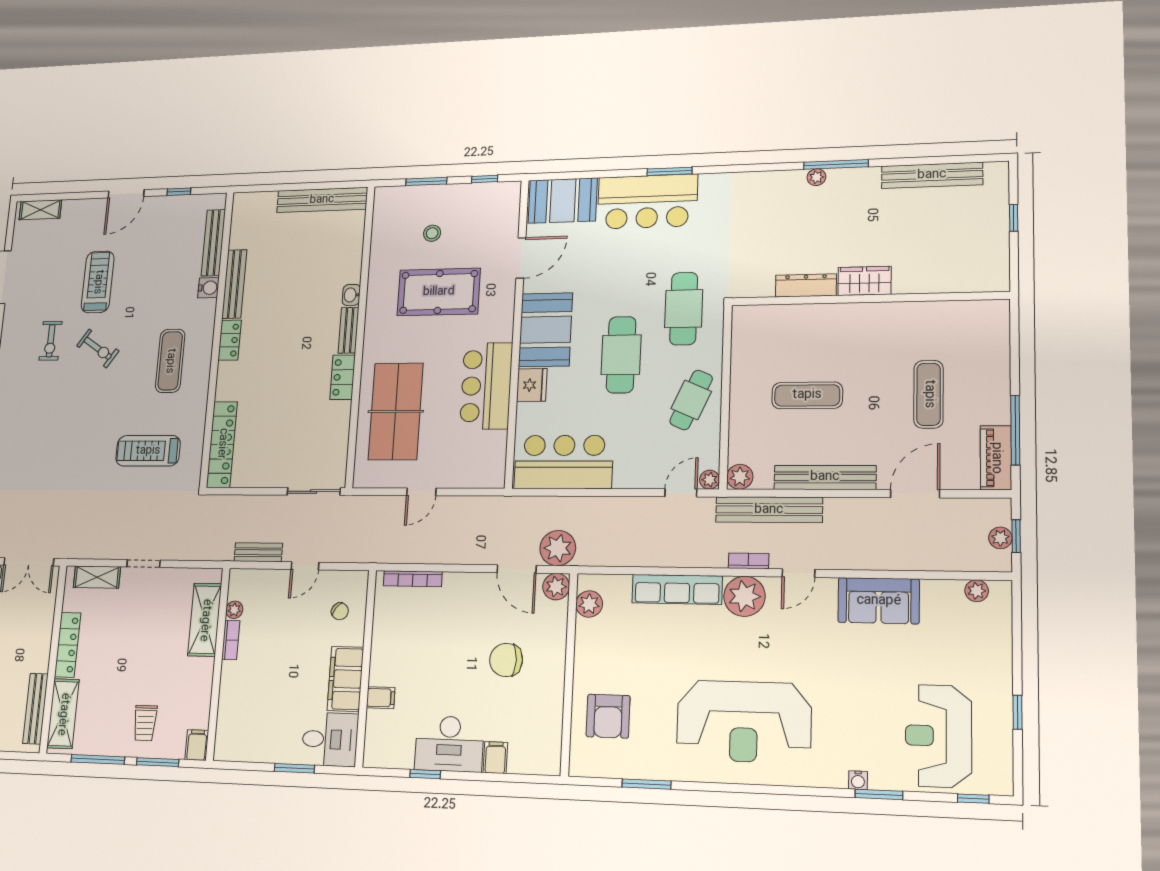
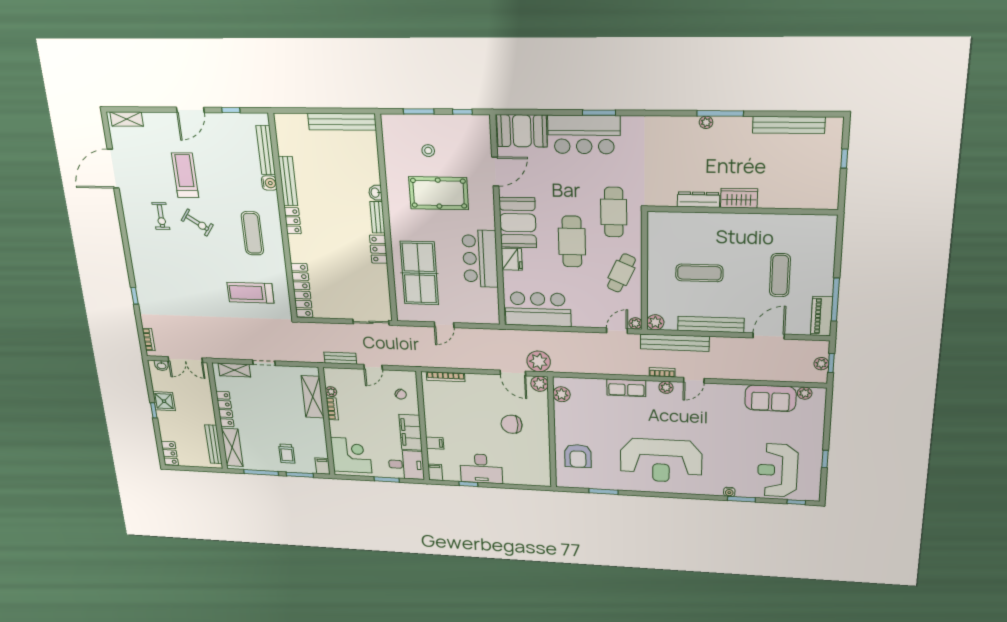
row of seats: (677, 589) -> (626, 388), width x0.68
plant: (744, 596) -> (666, 387), width x0.53, depth x0.53
sofa: (879, 601) -> (770, 398), moved
corner desk: (245, 723) -> (351, 455), added
filing cabinet: (495, 758) -> (435, 472), moved

